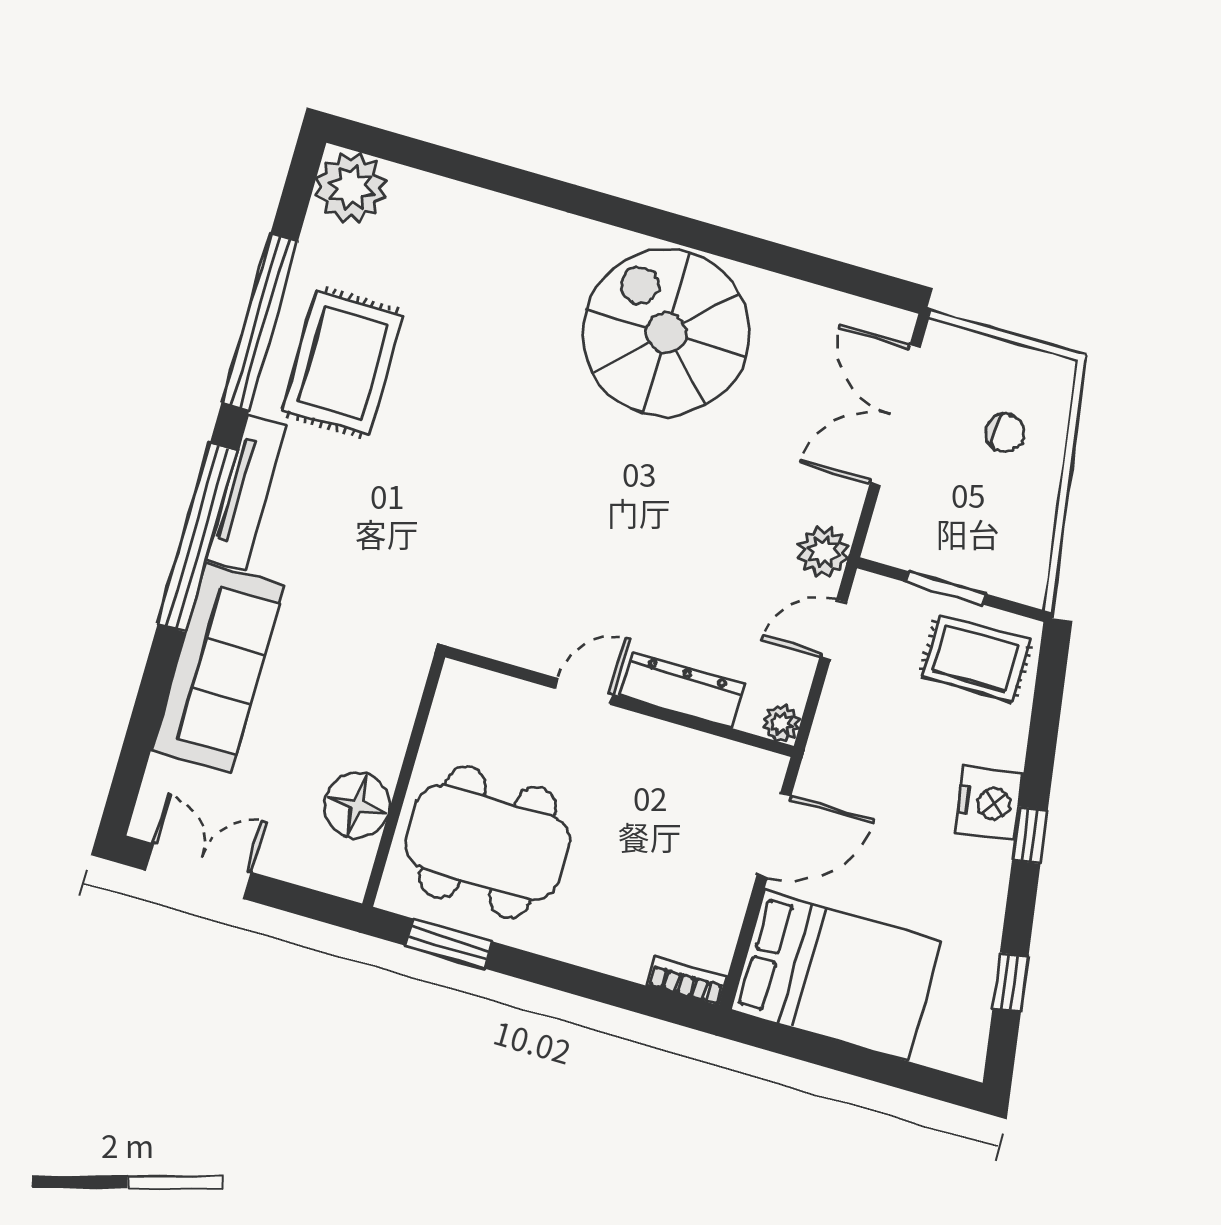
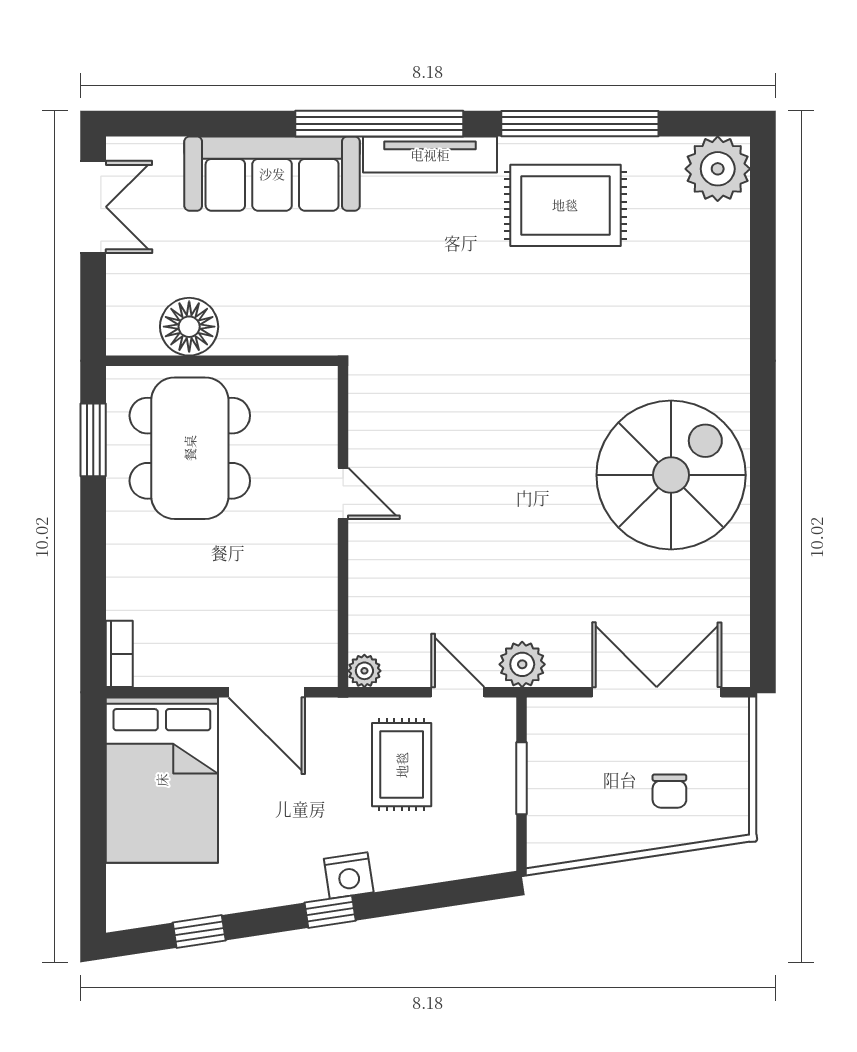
rug: (976, 658) -> (402, 765), moved
dresser: (682, 690) -> (369, 578), removed
nightstand: (989, 803) -> (349, 875), width x0.74, depth x0.75

